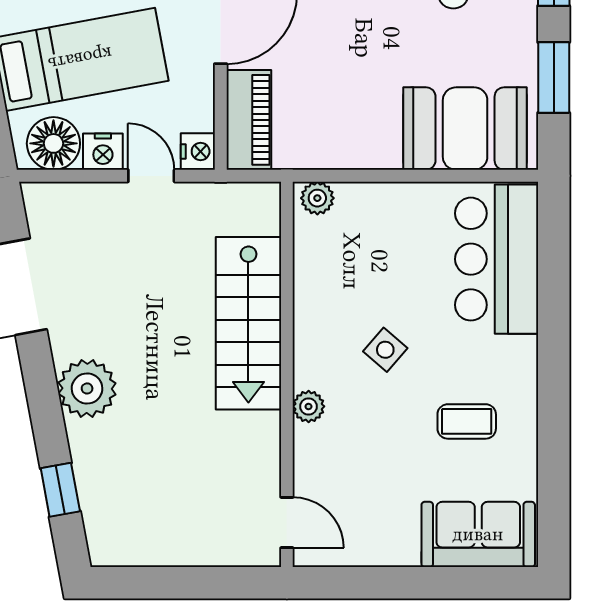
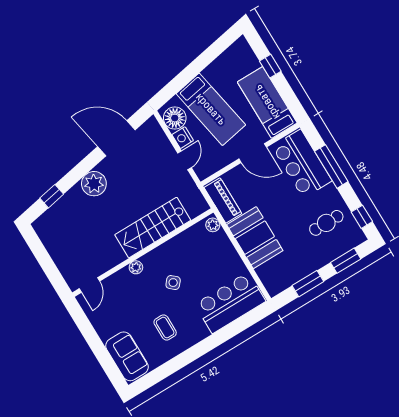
piano: (249, 120) -> (223, 200), moved, turned -90
booth: (465, 129) -> (255, 238), moved
nightstand: (198, 151) -> (203, 172), removed

